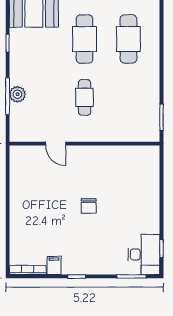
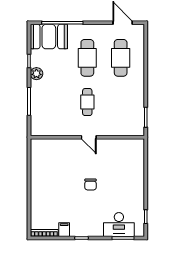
plant: (18, 94) -> (36, 74), moved
door: (56, 144) -> (89, 137), moved
desk: (144, 254) -> (119, 224), moved, turned 90

